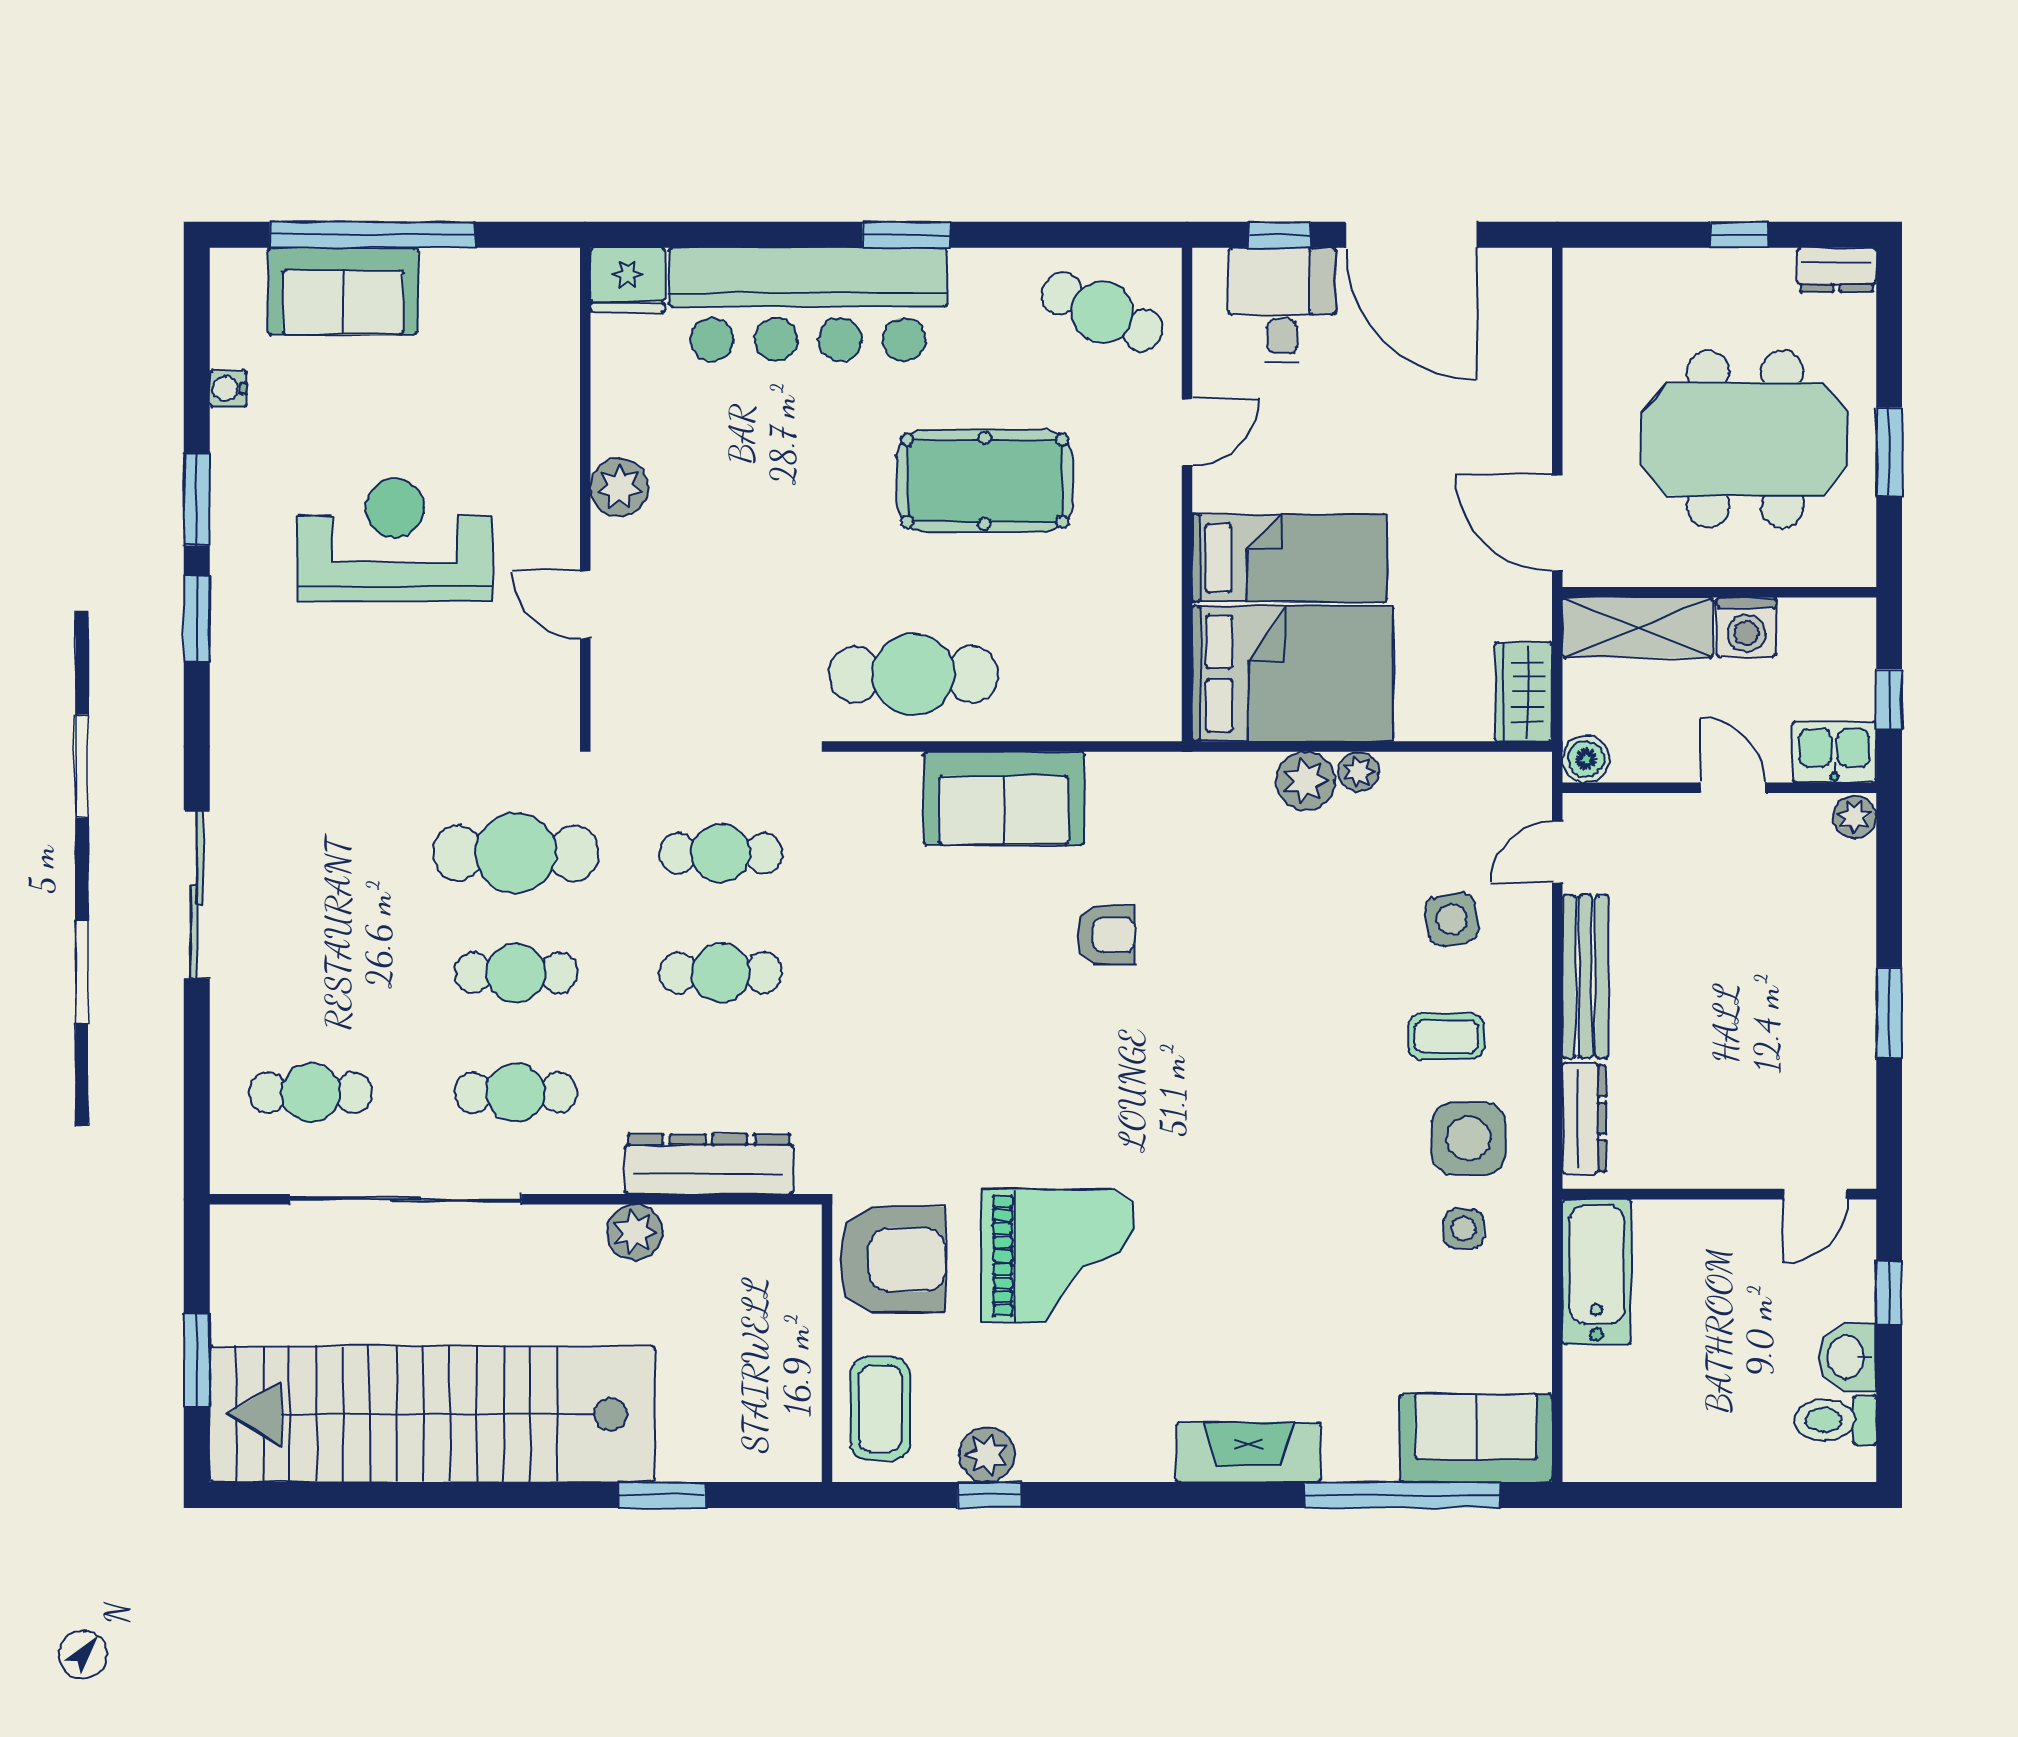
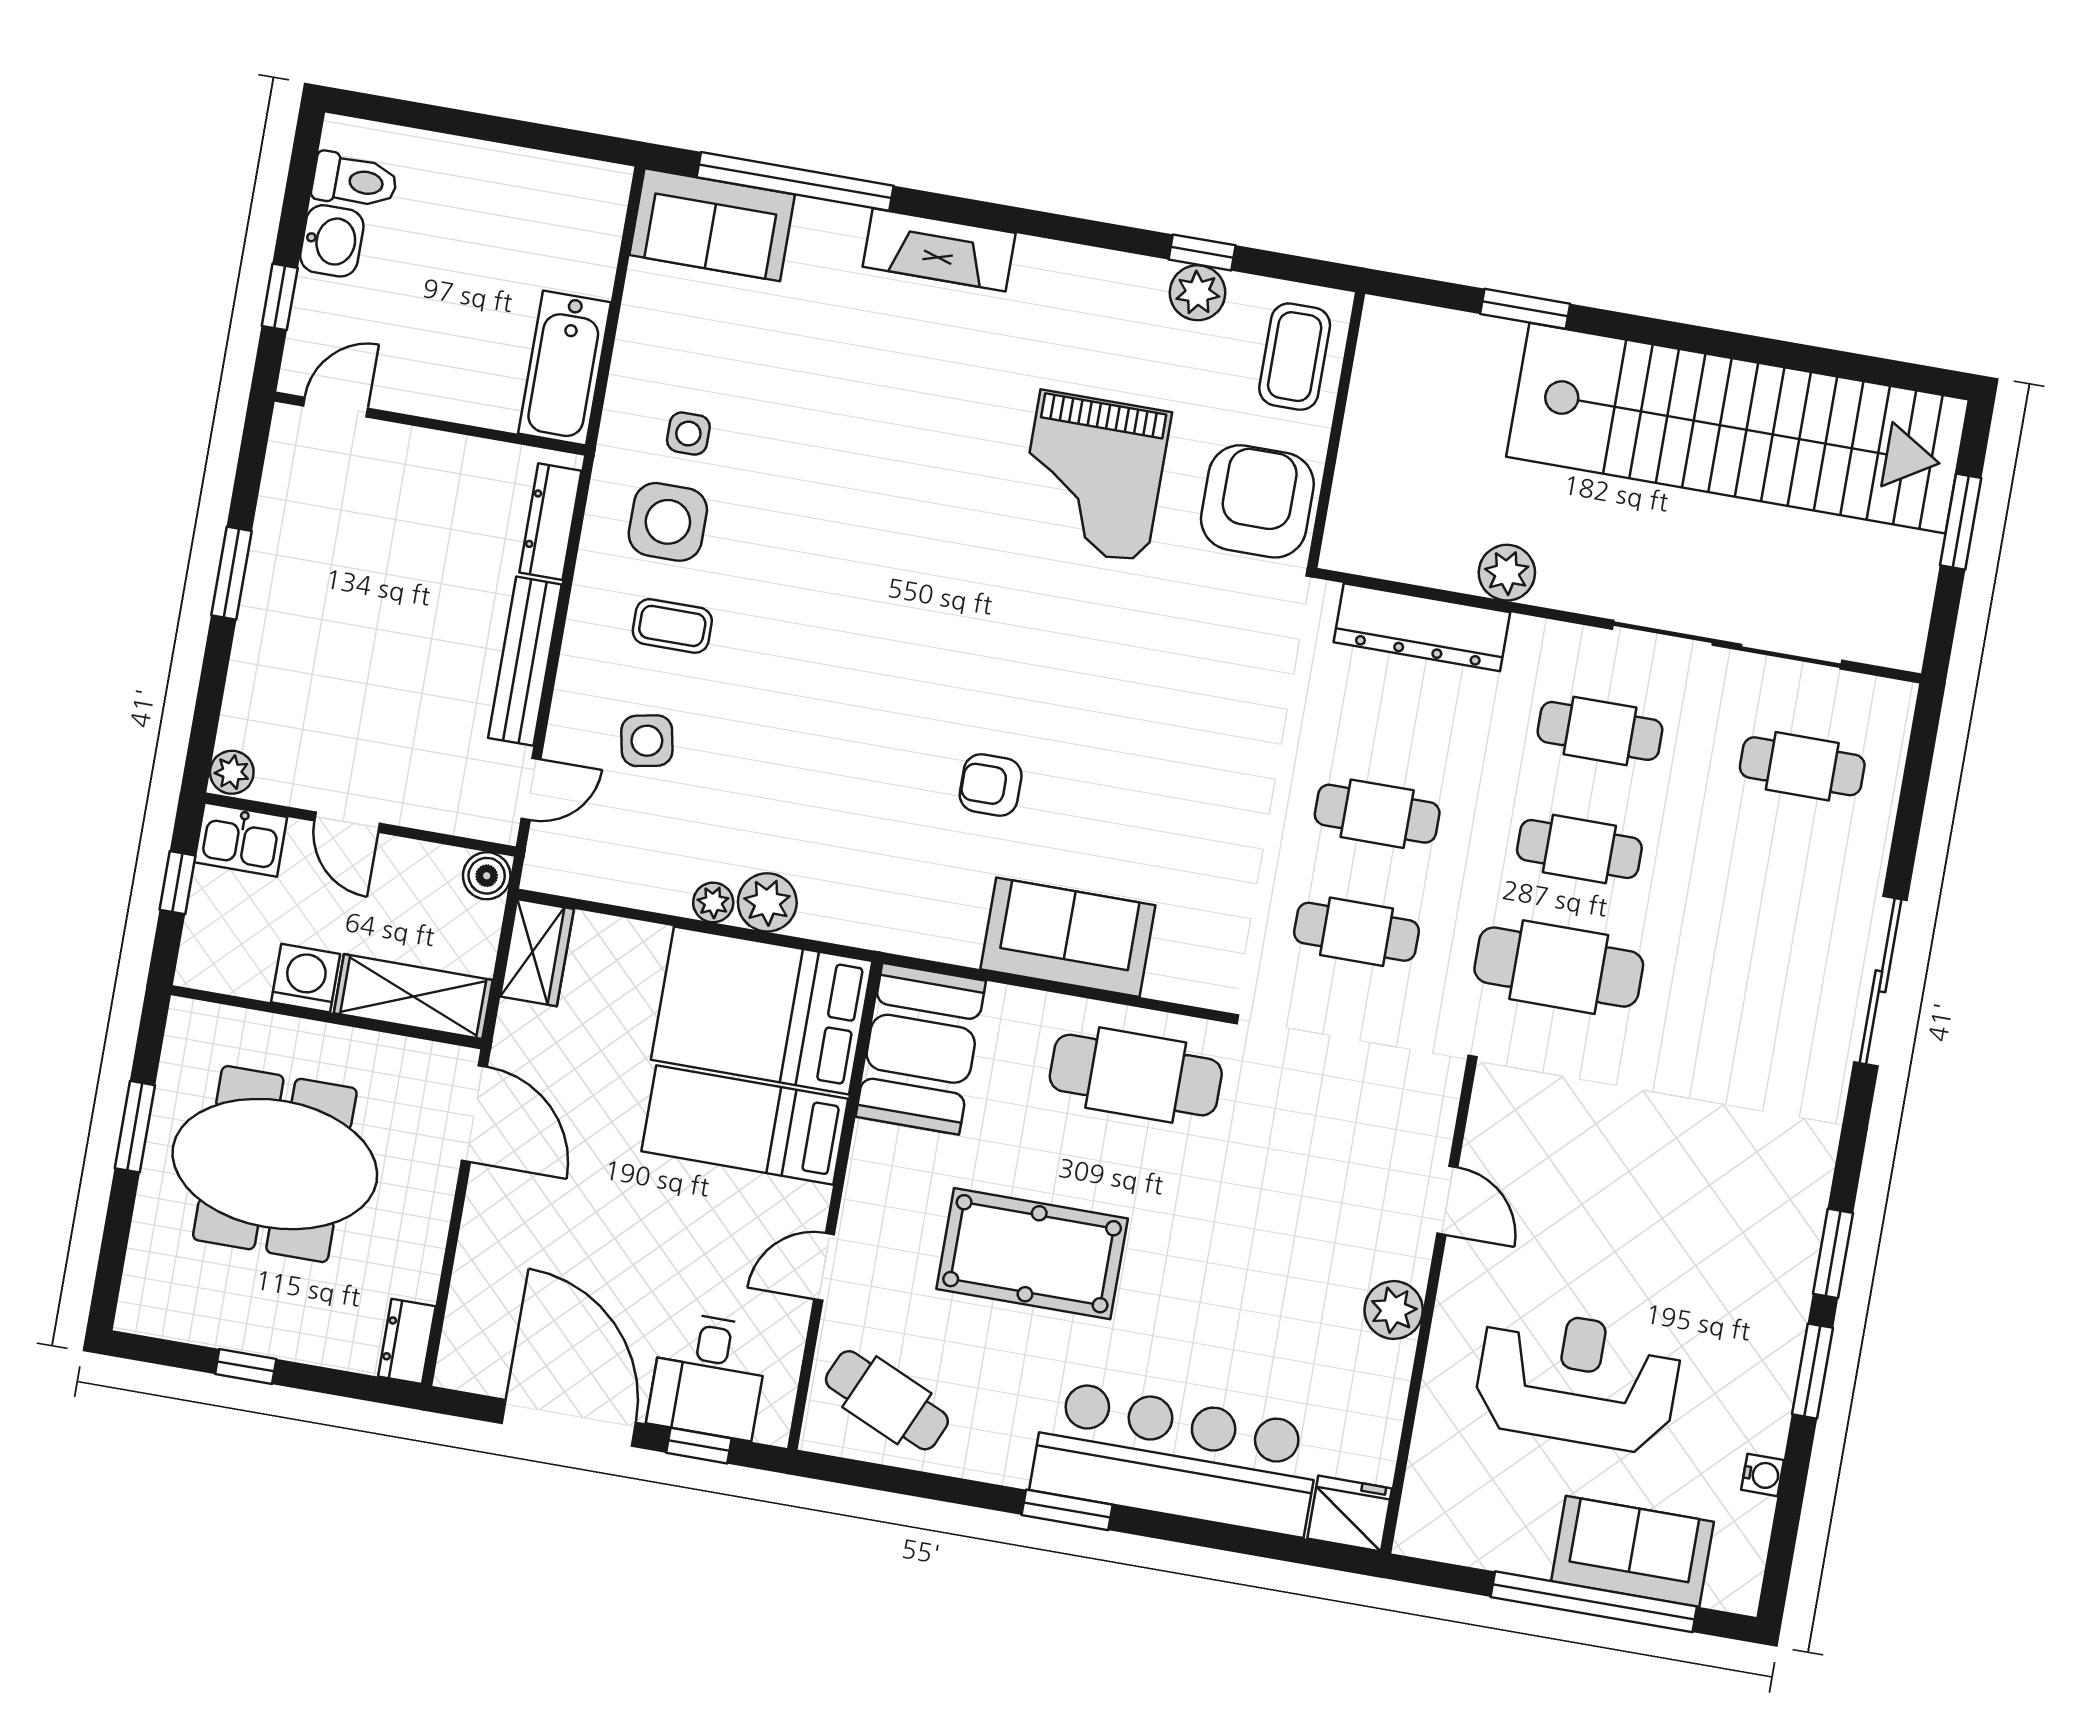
dresser: (1837, 270) -> (407, 1341), moved, turned -90
reception desk: (395, 540) -> (1577, 1380), moved, turned 180
booth: (1129, 663) -> (921, 1049), added
grand piano: (1058, 1256) -> (1093, 476), turned -90
armchair: (892, 1260) -> (1257, 501), turned 90

